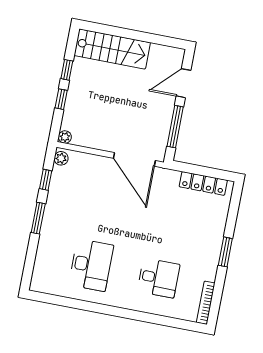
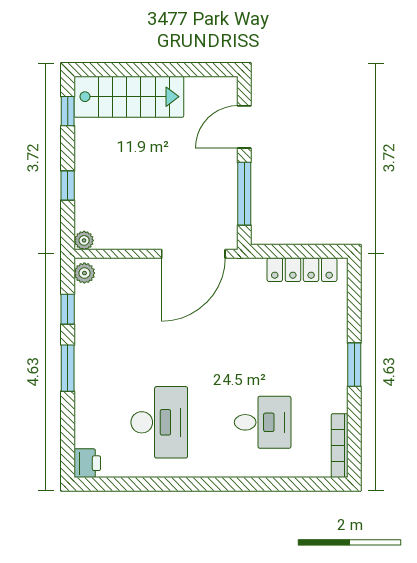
window: (67, 70) -> (68, 111), moved
door: (134, 159) -> (193, 254), hinge flipped
printer: (39, 283) -> (87, 463), added

